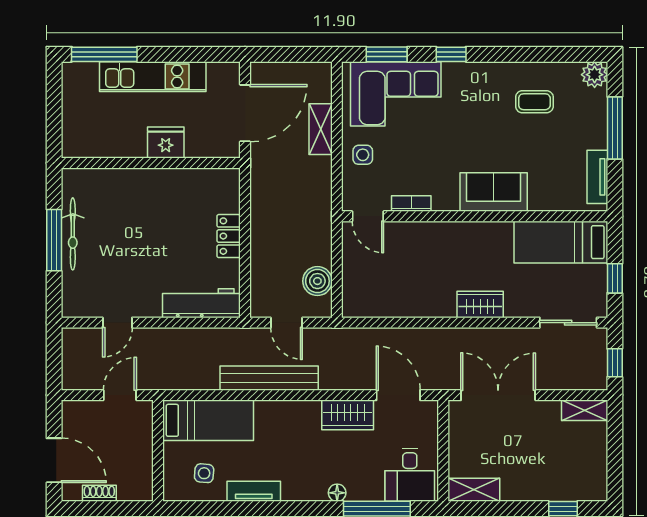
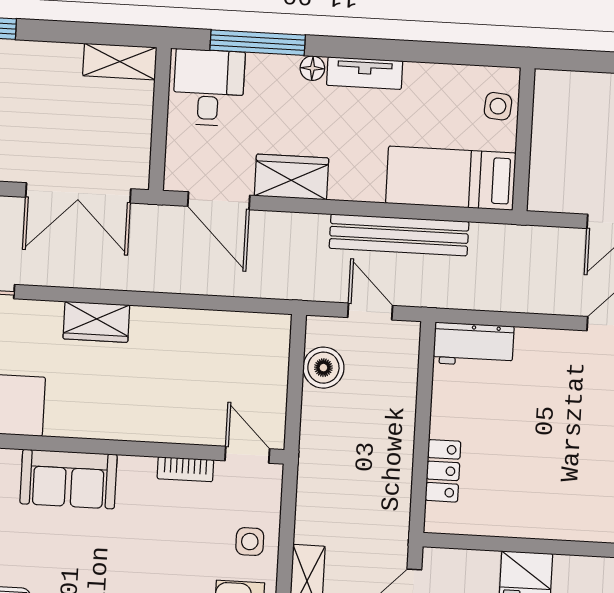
locker: (229, 236) -> (443, 471), moved
workbench: (201, 303) -> (473, 345), width x0.73
bed: (208, 420) -> (451, 178), moved
wall: (158, 451) -> (524, 139), moved
tv unit: (254, 491) -> (365, 73), moved

